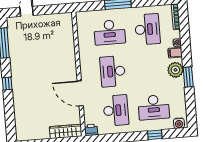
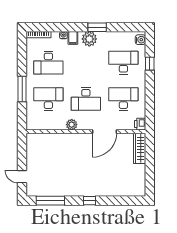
desk: (147, 29) -> (48, 63), turned 180
desk: (110, 32) -> (48, 99), turned -90
plant: (85, 59) -> (72, 125), added
desk: (154, 107) -> (123, 63), turned -90

